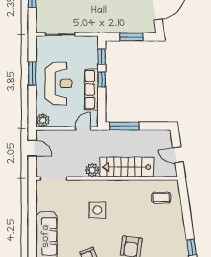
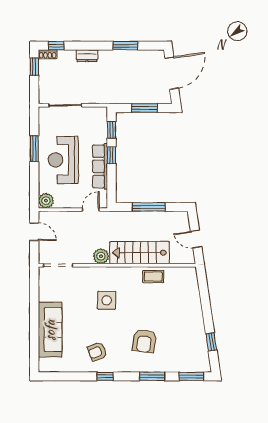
reception desk: (58, 84) -> (63, 160), turned 180
window: (124, 126) -> (149, 207), moved
coffee table: (161, 198) -> (153, 277), moved

